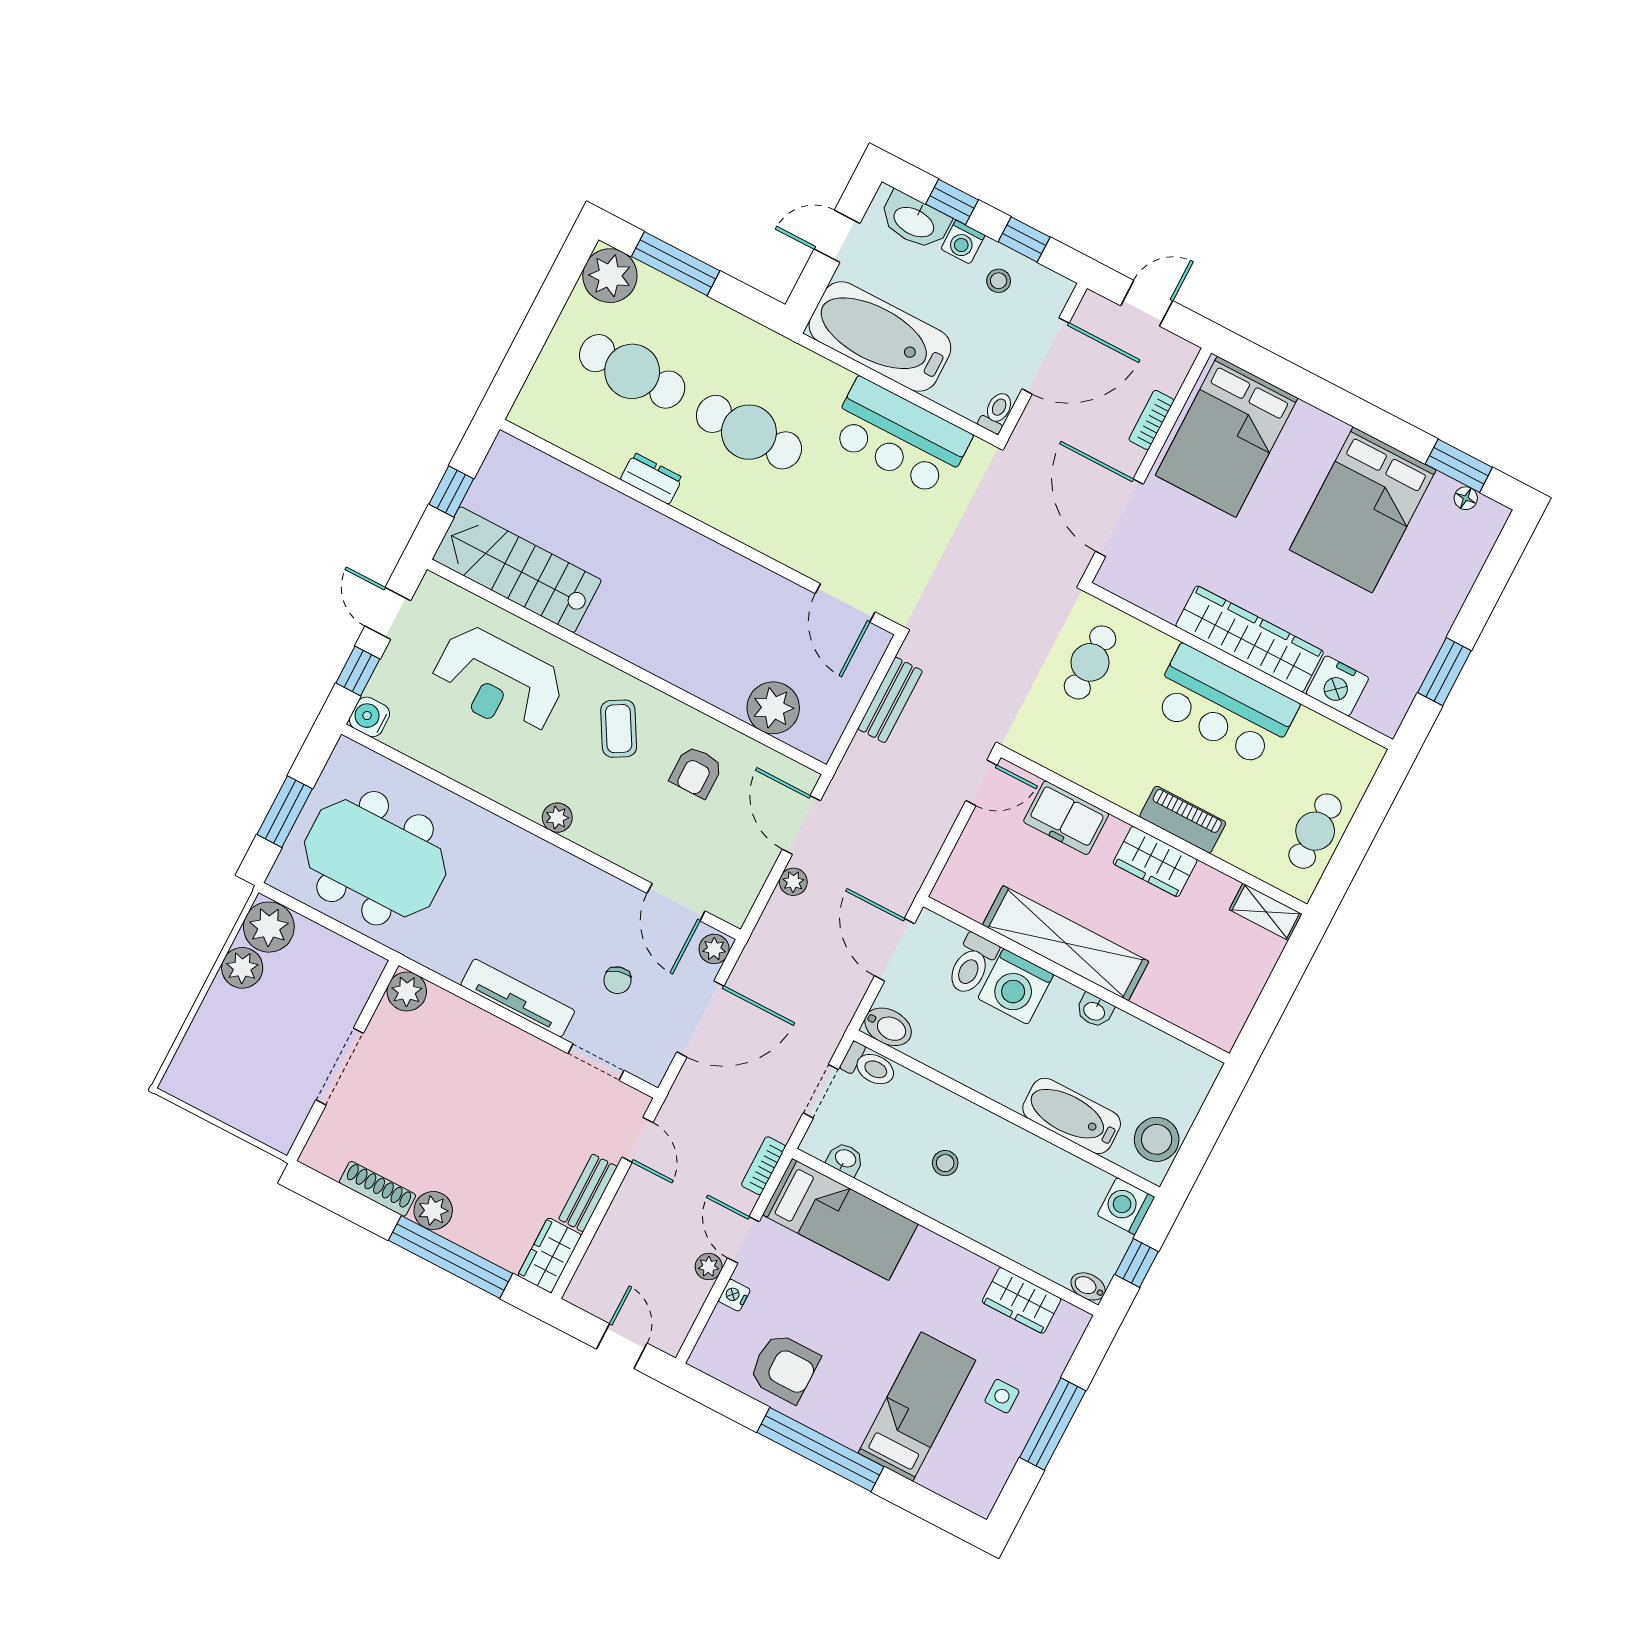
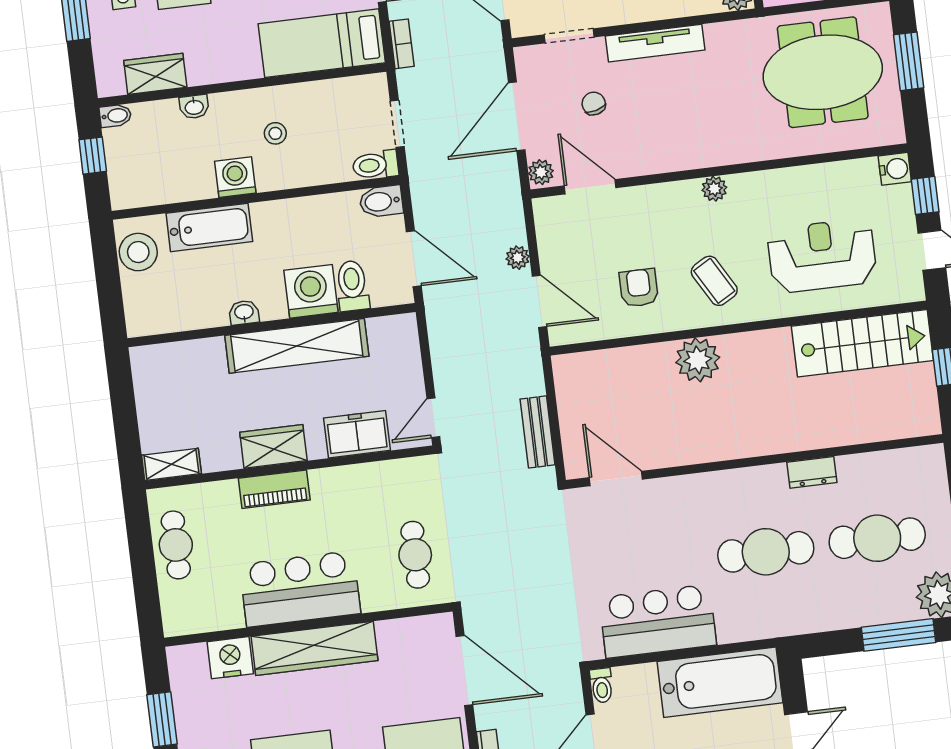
plant: (773, 708) -> (698, 360), moved
washbasin: (845, 1159) -> (194, 107), moved
washing machine: (1126, 1206) -> (235, 177), moved, turned -90

